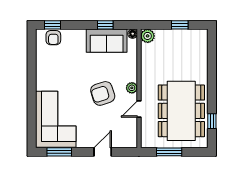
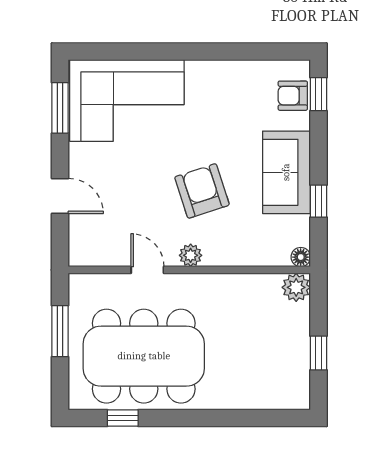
sofa: (107, 41) -> (286, 172), moved
armchair: (103, 93) -> (202, 191), moved

